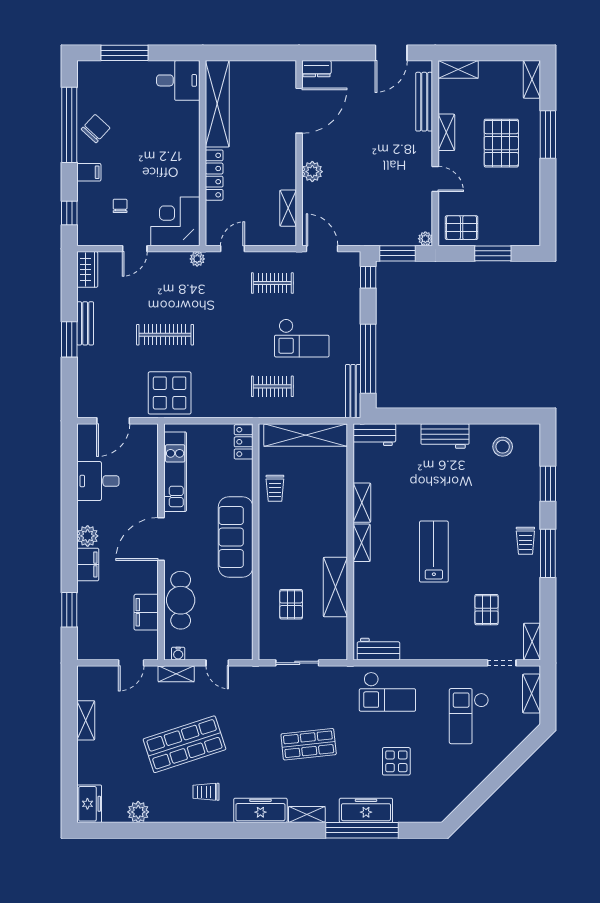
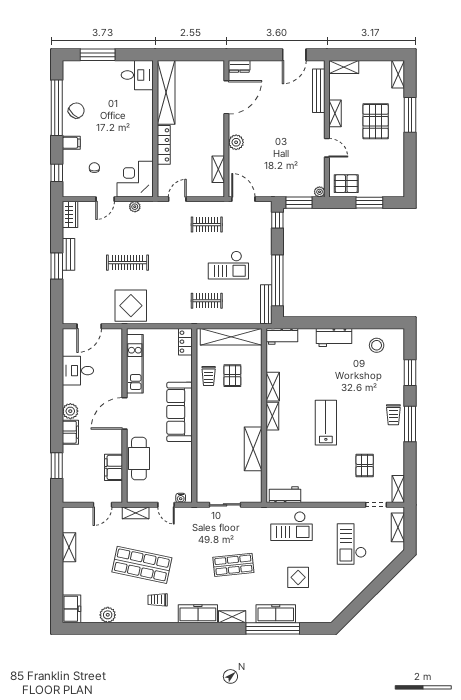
plant: (197, 259) -> (135, 207), moved
pallet: (291, 604) -> (232, 376), moved
water cooler: (178, 654) -> (181, 498), moved
shop shelf: (184, 744) -> (142, 565), turned 30

